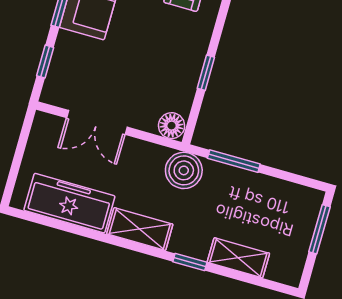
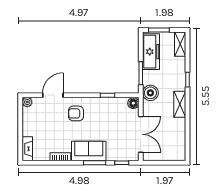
double door: (97, 122) -> (141, 134), width x1.37
freezer: (69, 203) -> (151, 52), moved, turned 180
shelving: (238, 258) -> (180, 44), moved

